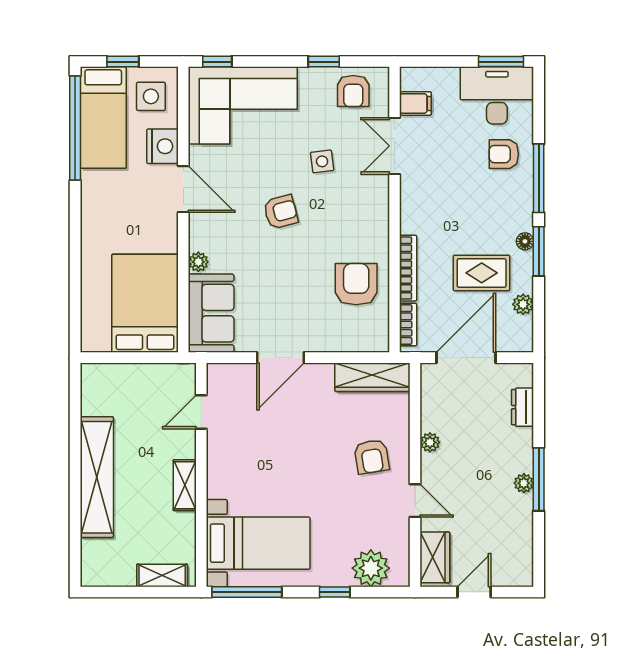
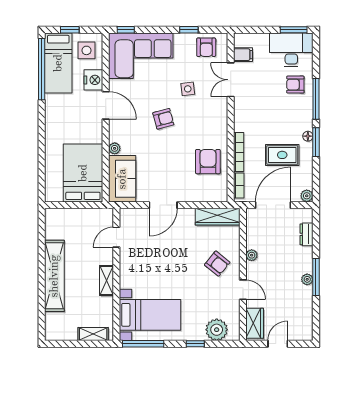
plant: (523, 304) -> (307, 196), moved
armchair: (372, 457) -> (217, 264), turned -42

